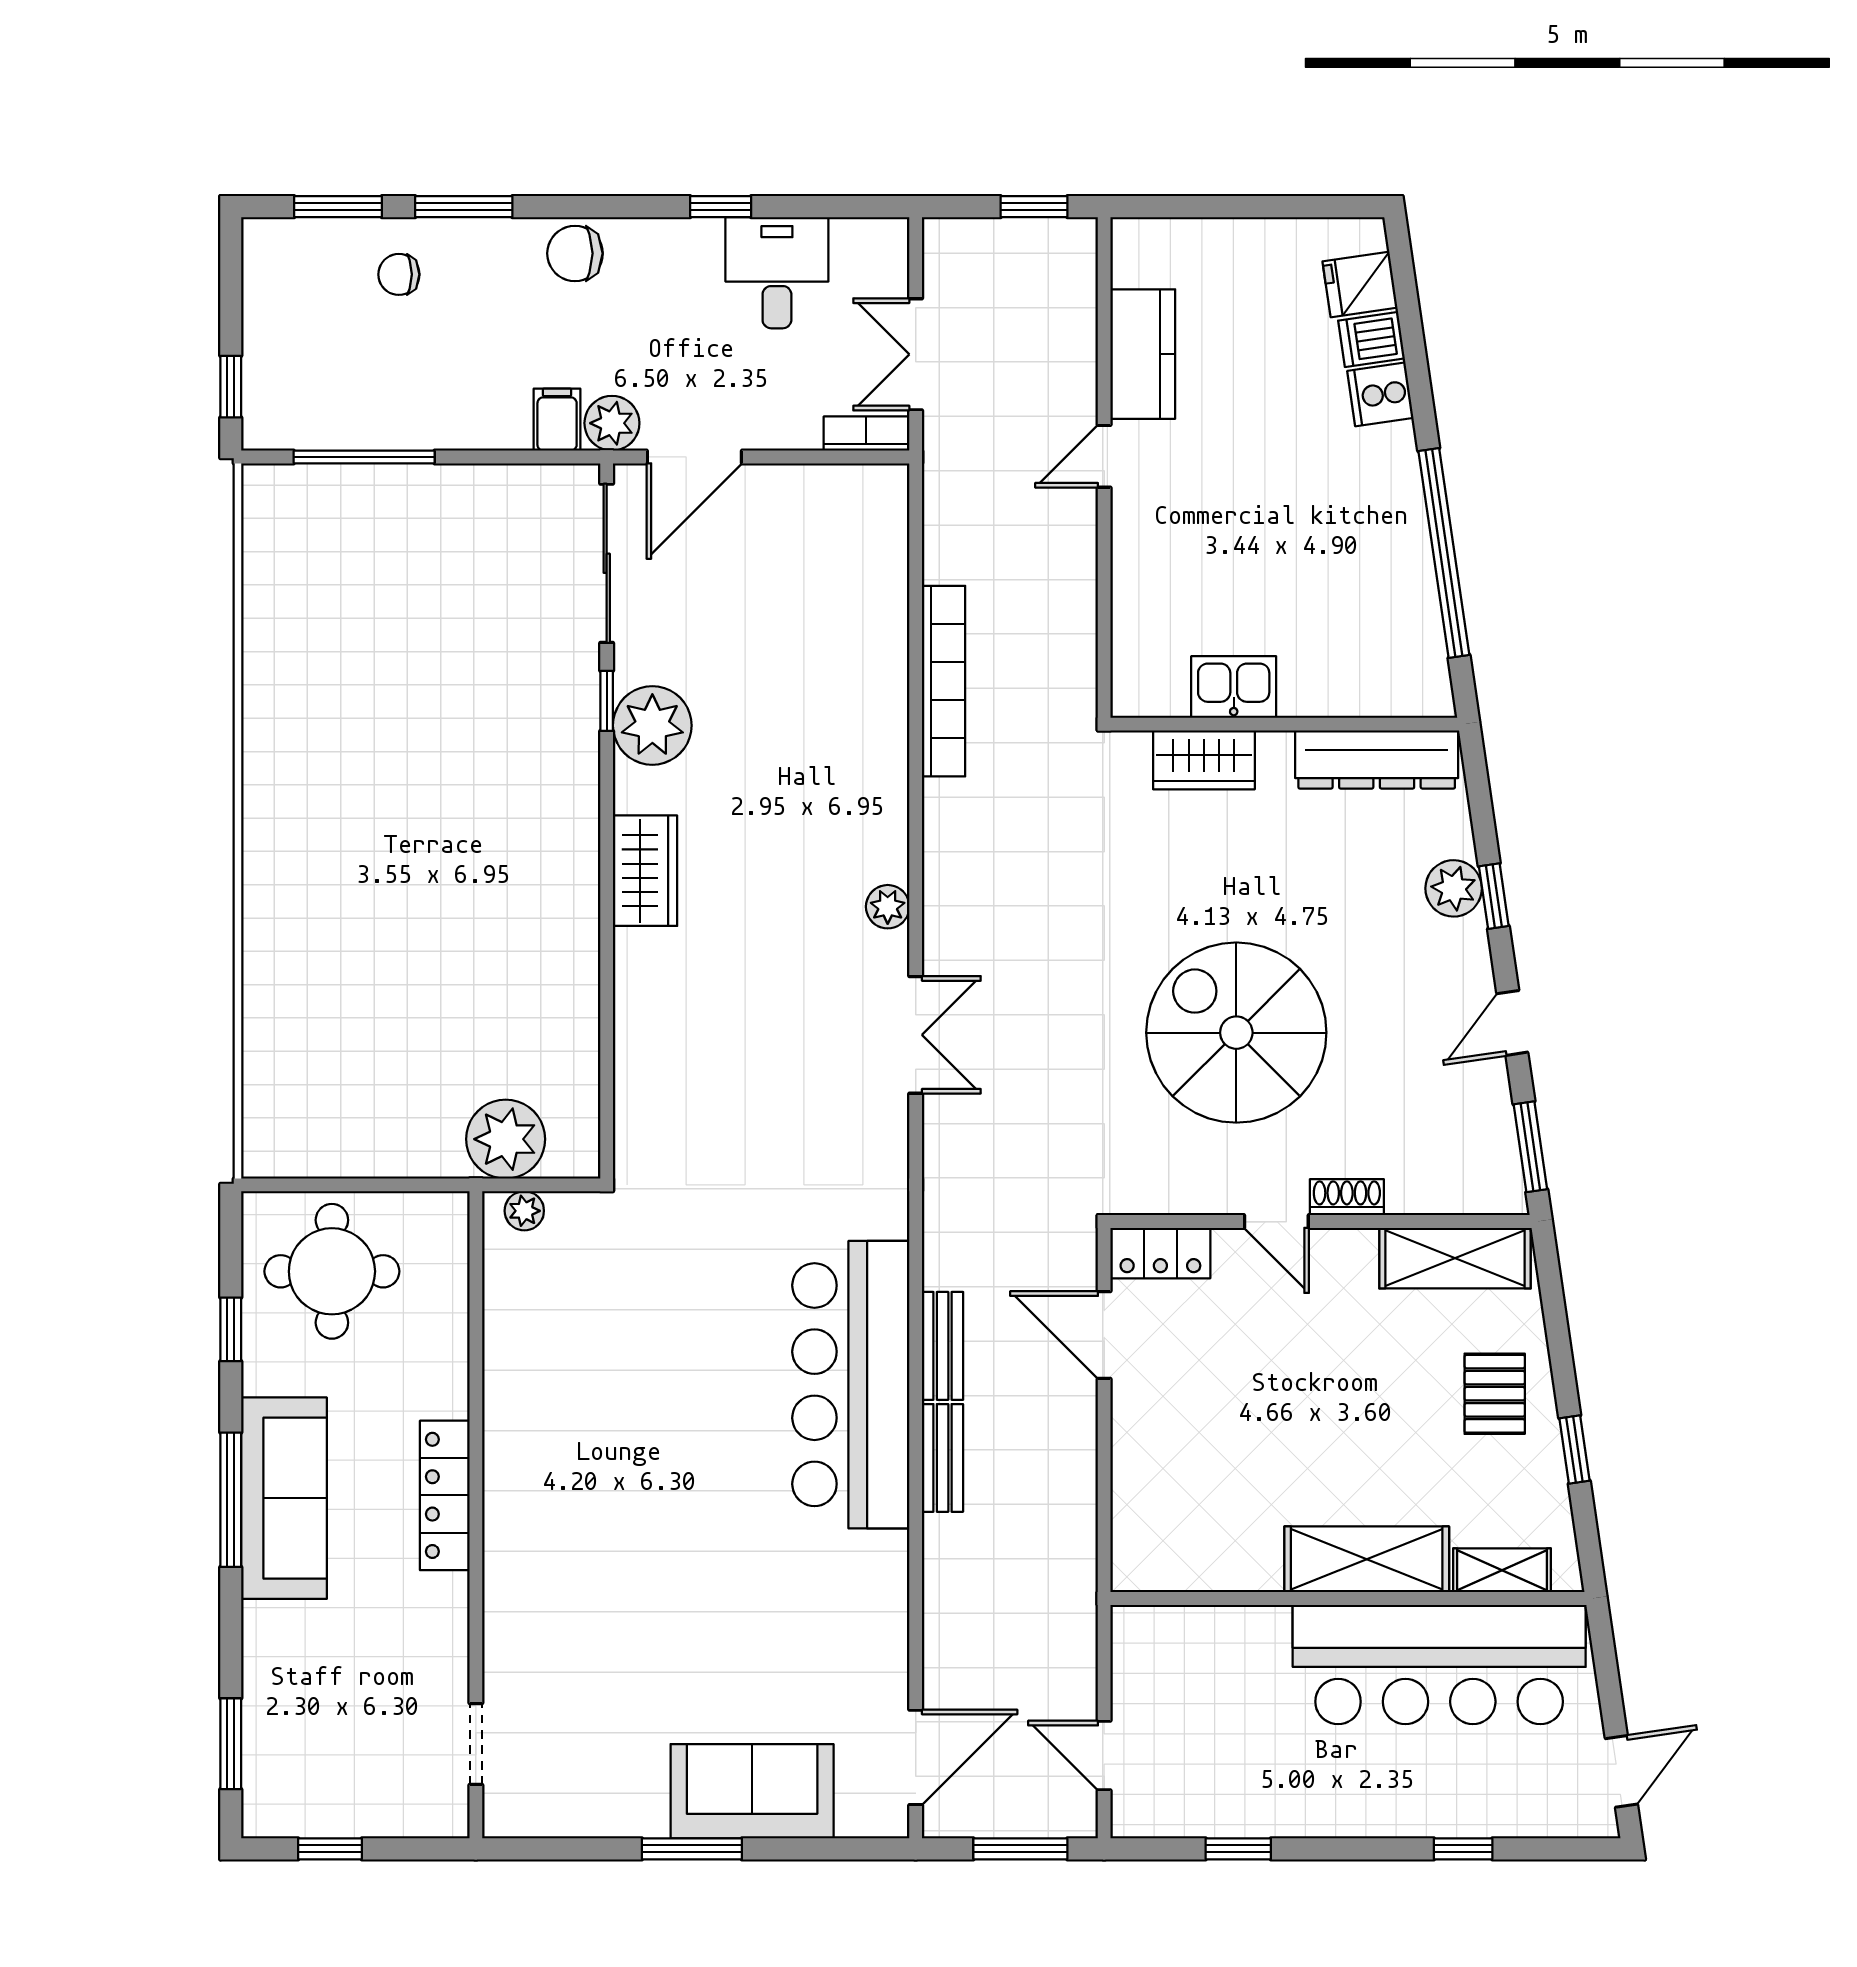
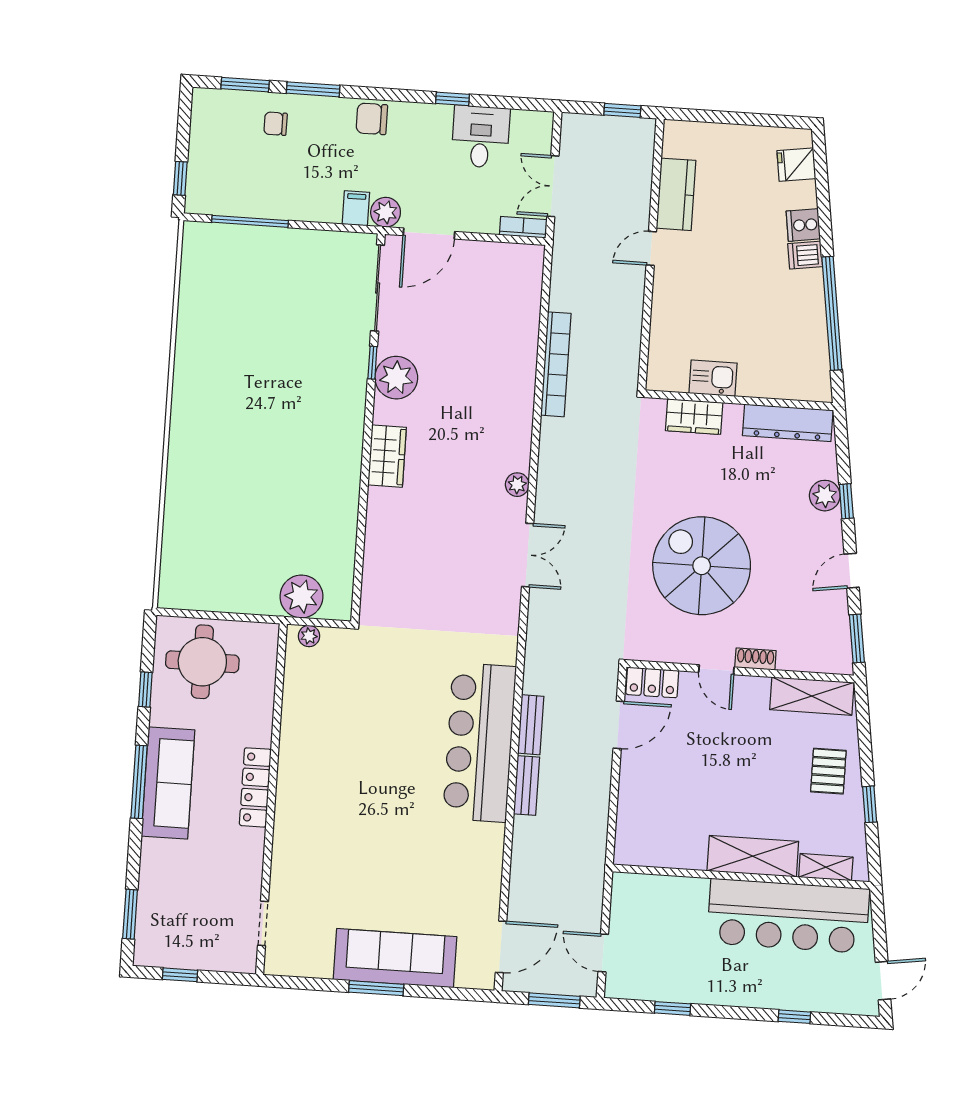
dishwasher: (1371, 339) -> (805, 255), moved
door: (1104, 1335) -> (619, 725), swing flipped
sofa: (752, 1791) -> (395, 958), width x1.36

